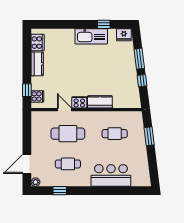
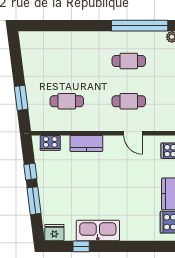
cooker: (79, 102) -> (50, 143), moved
cafe table: (68, 134) -> (129, 101), width x0.73, depth x0.74
bar counter: (111, 175) -> (72, 46), removed
window: (60, 191) -> (140, 26), width x3.17

